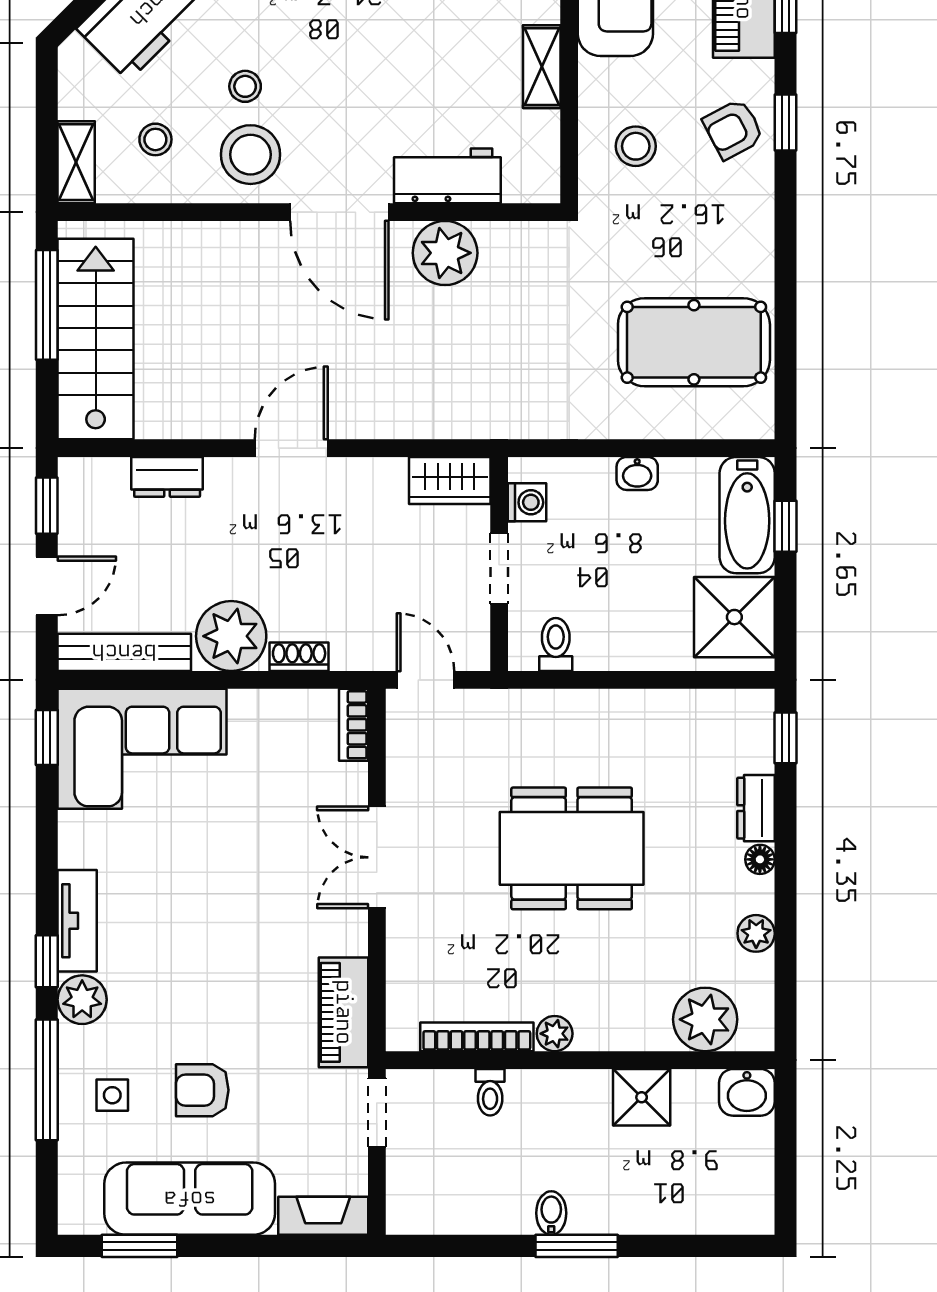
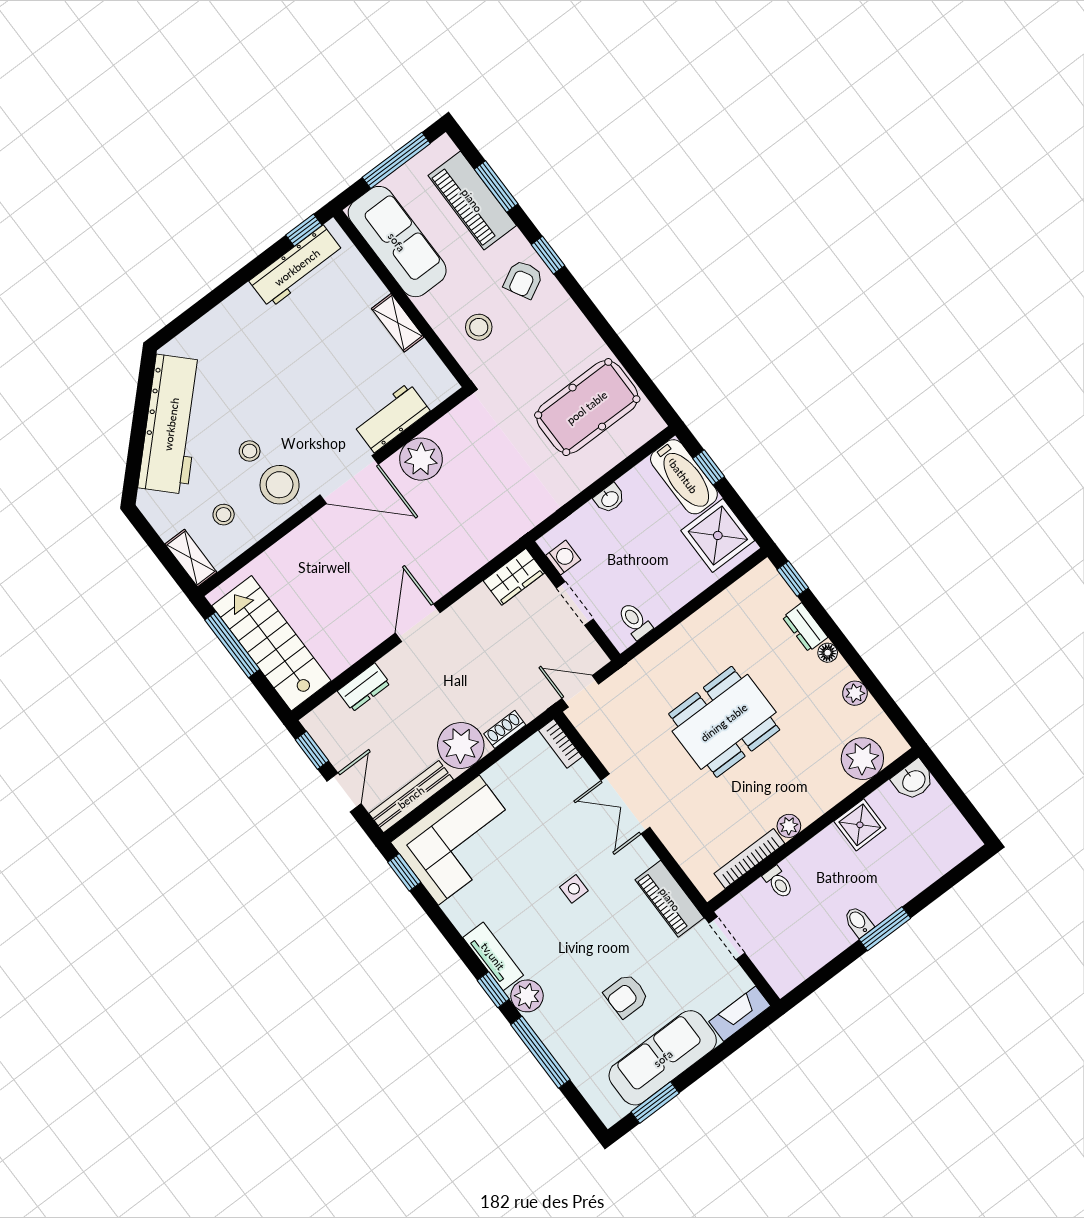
side table: (112, 1095) -> (574, 889), moved

